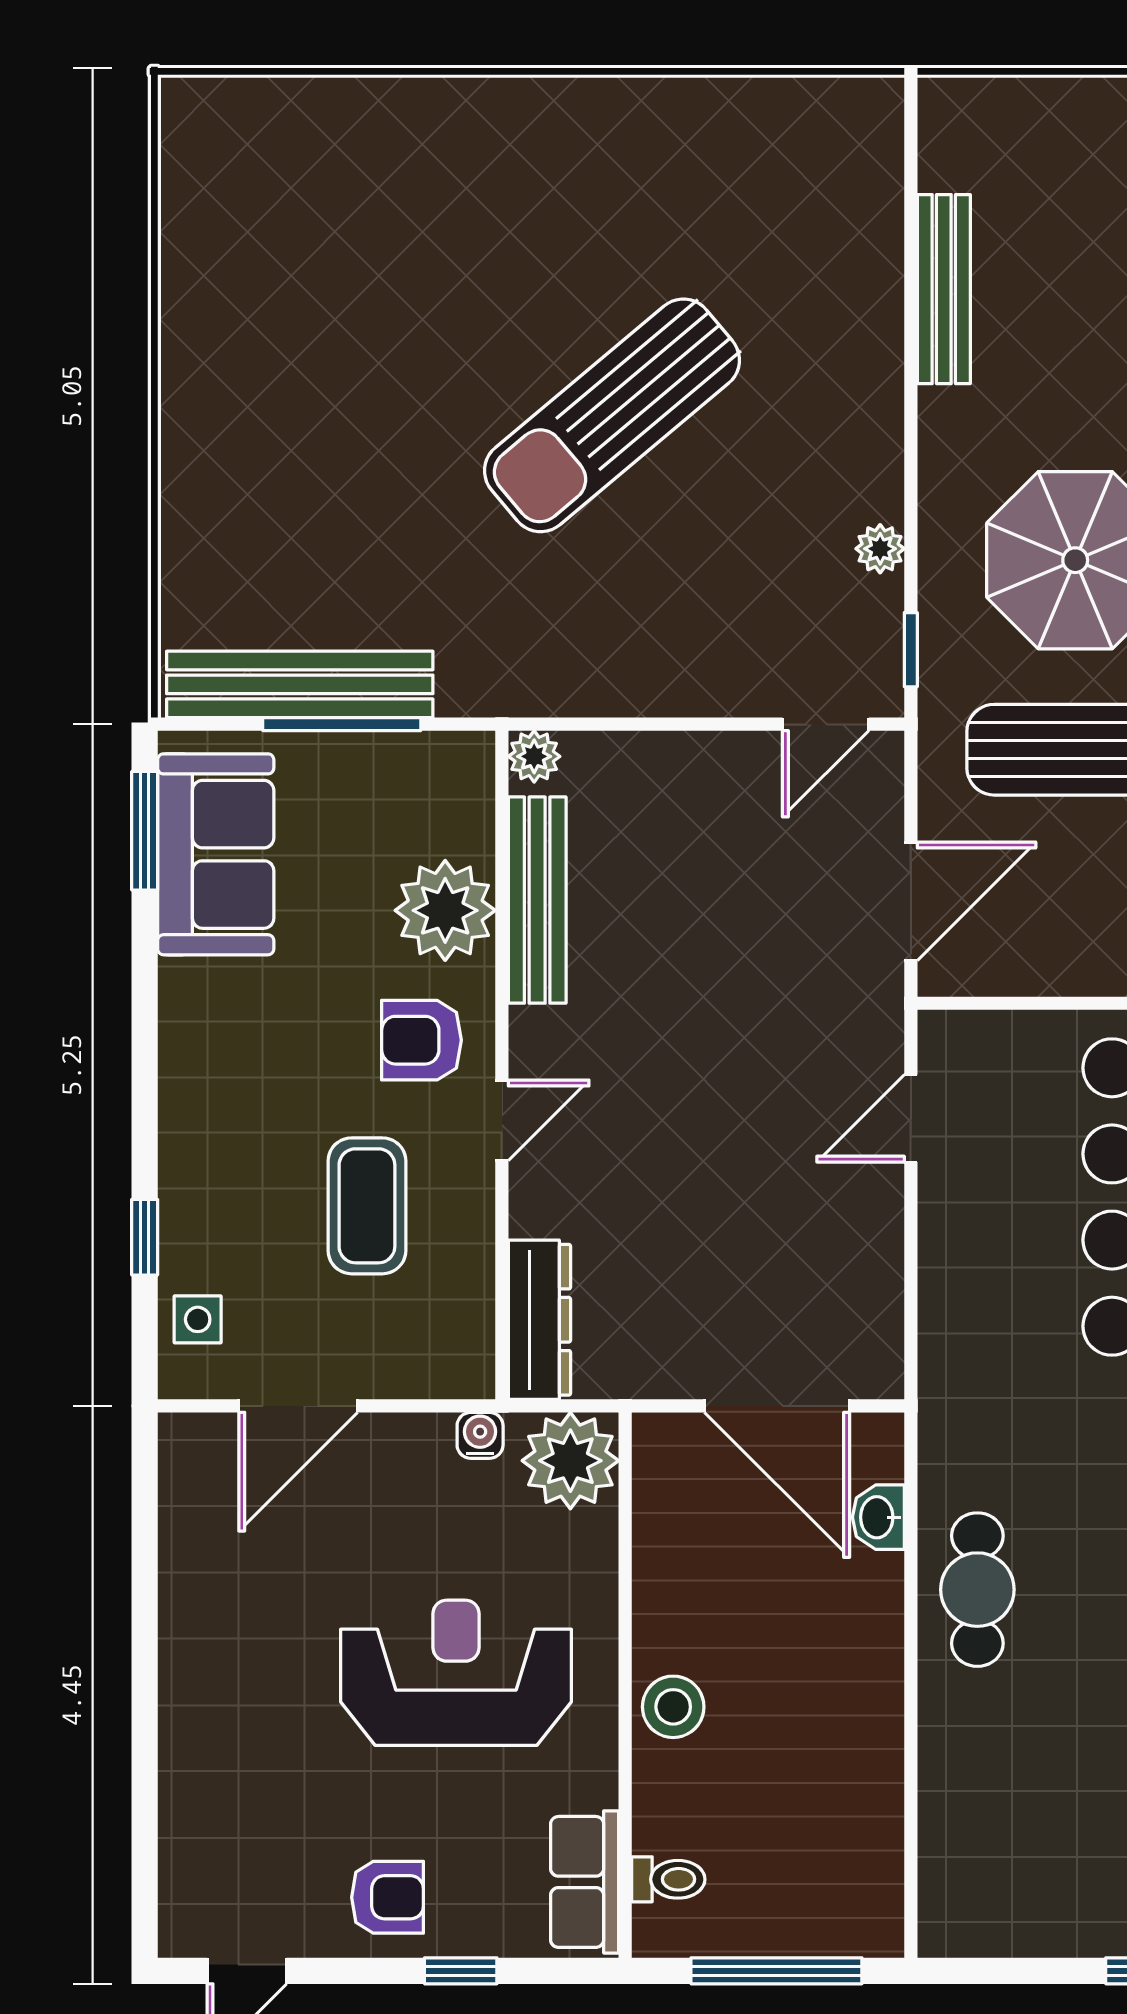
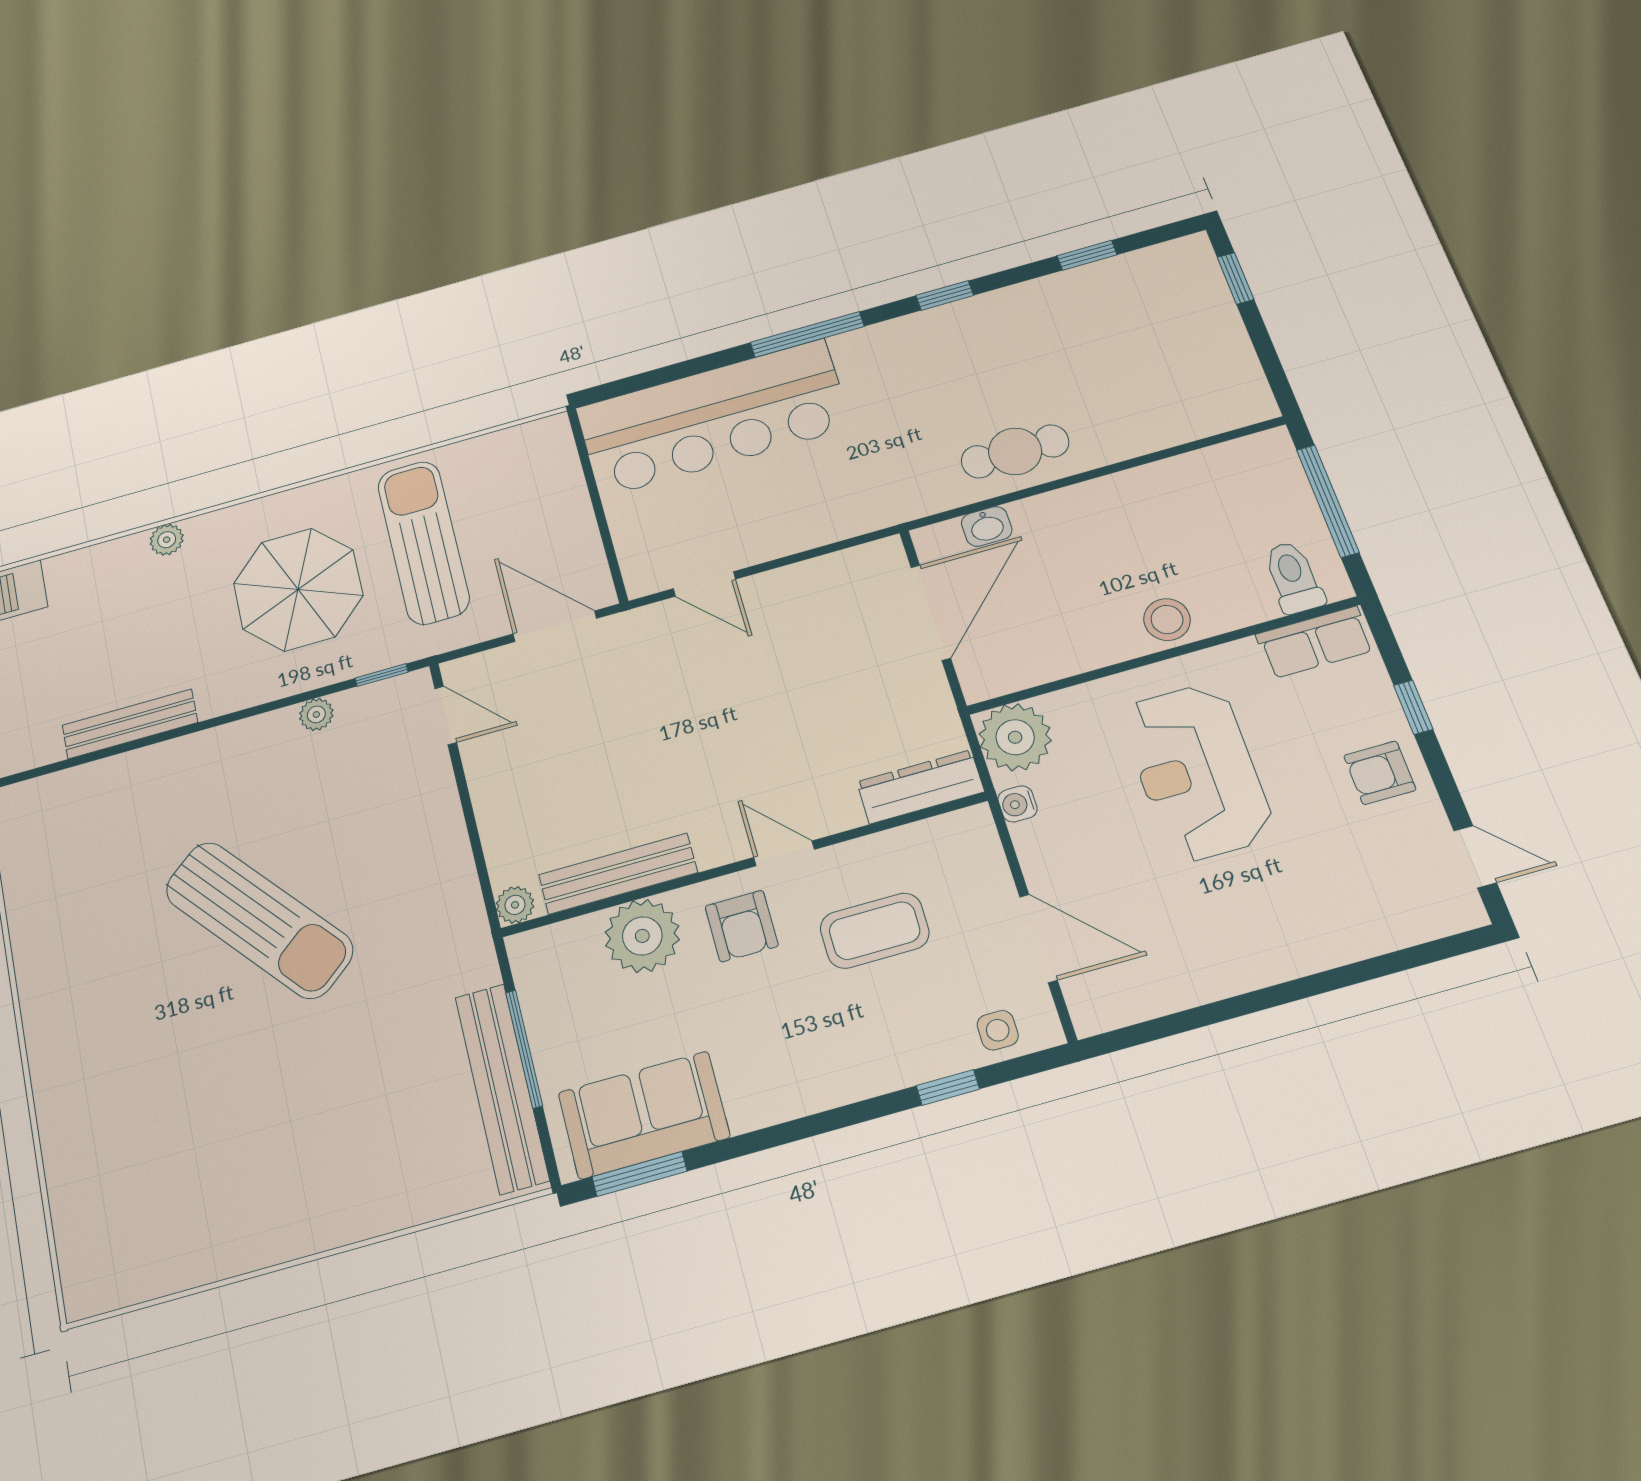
toilet: (668, 1879) -> (1293, 577), width x1.37, depth x1.39
armchair: (387, 1897) -> (1380, 773), turned -90

